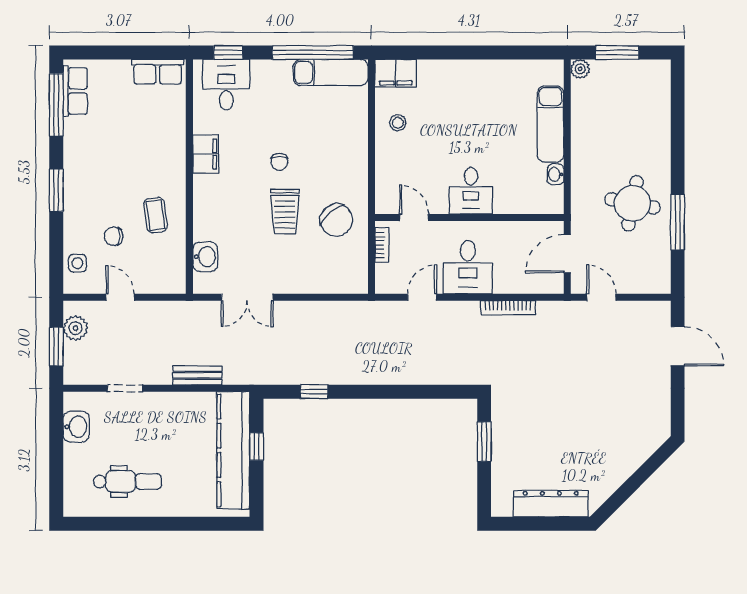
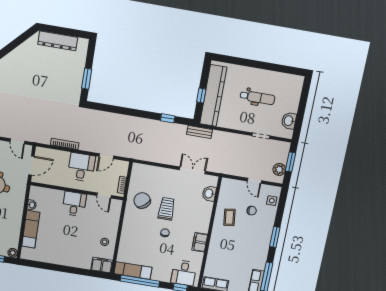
bench: (197, 375) -> (200, 132), moved
dental chair: (127, 482) -> (257, 97), moved, turned 180

